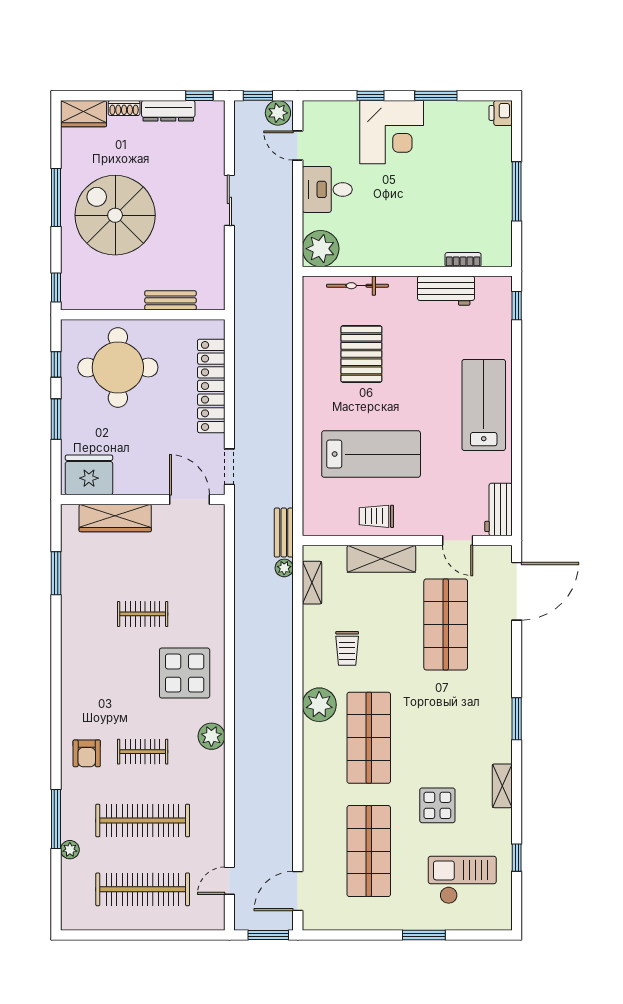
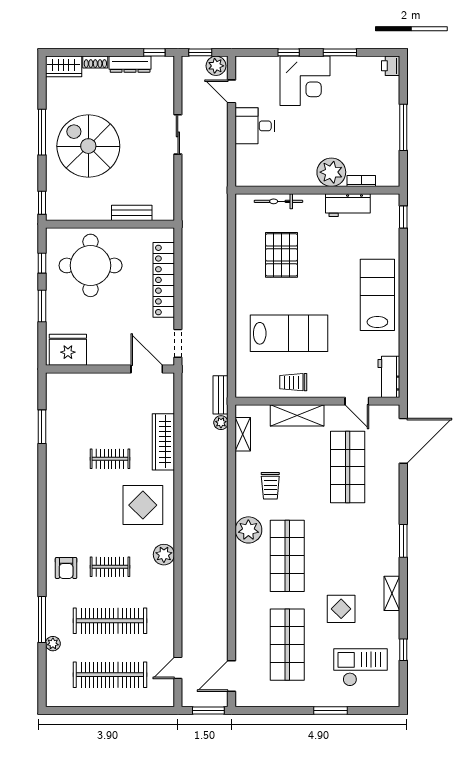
plant: (321, 249) -> (331, 172), moved
wardrobe: (115, 518) -> (163, 442), moved, turned 90

